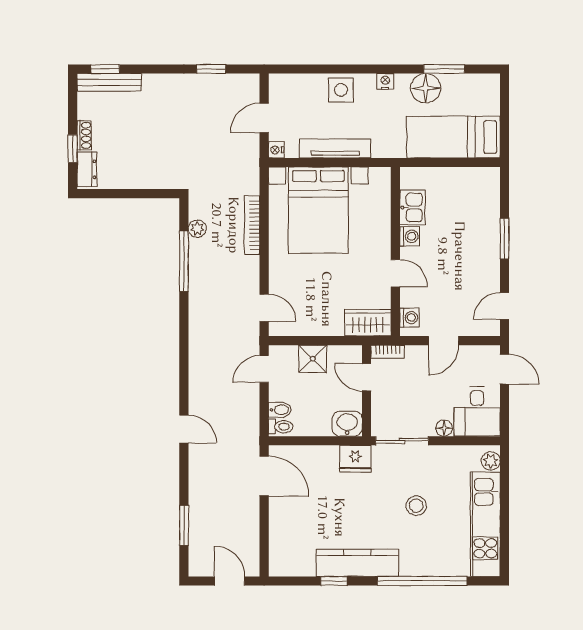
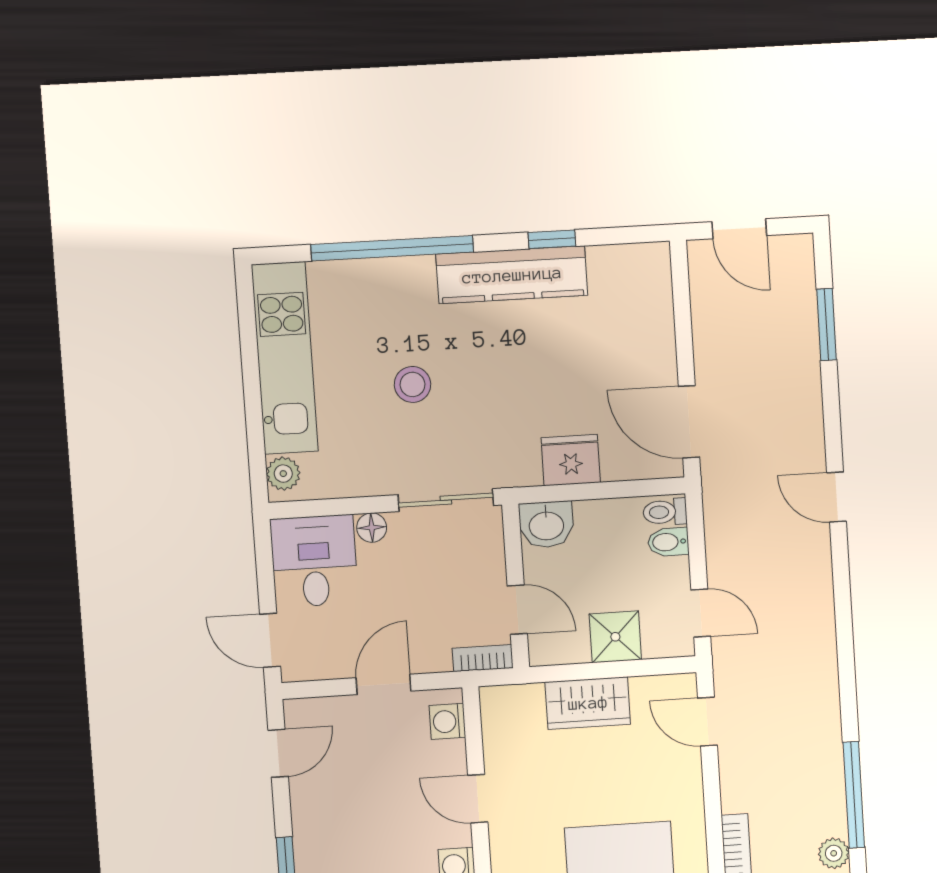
wardrobe: (368, 323) -> (588, 703), moved
door: (264, 369) -> (701, 613), hinge flipped
fridge: (355, 459) -> (571, 460), moved

